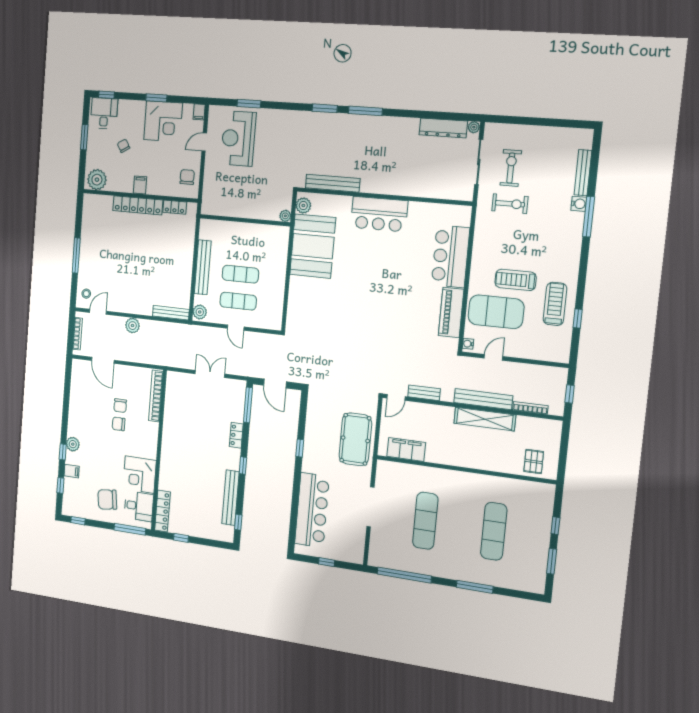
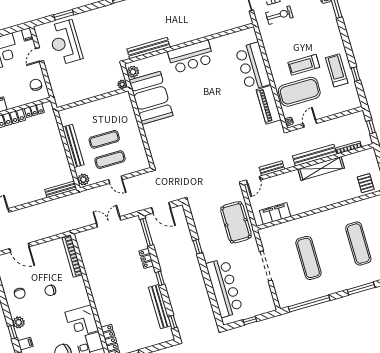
plant: (132, 326) -> (34, 211), removed
chair: (120, 406) -> (20, 293), moved

